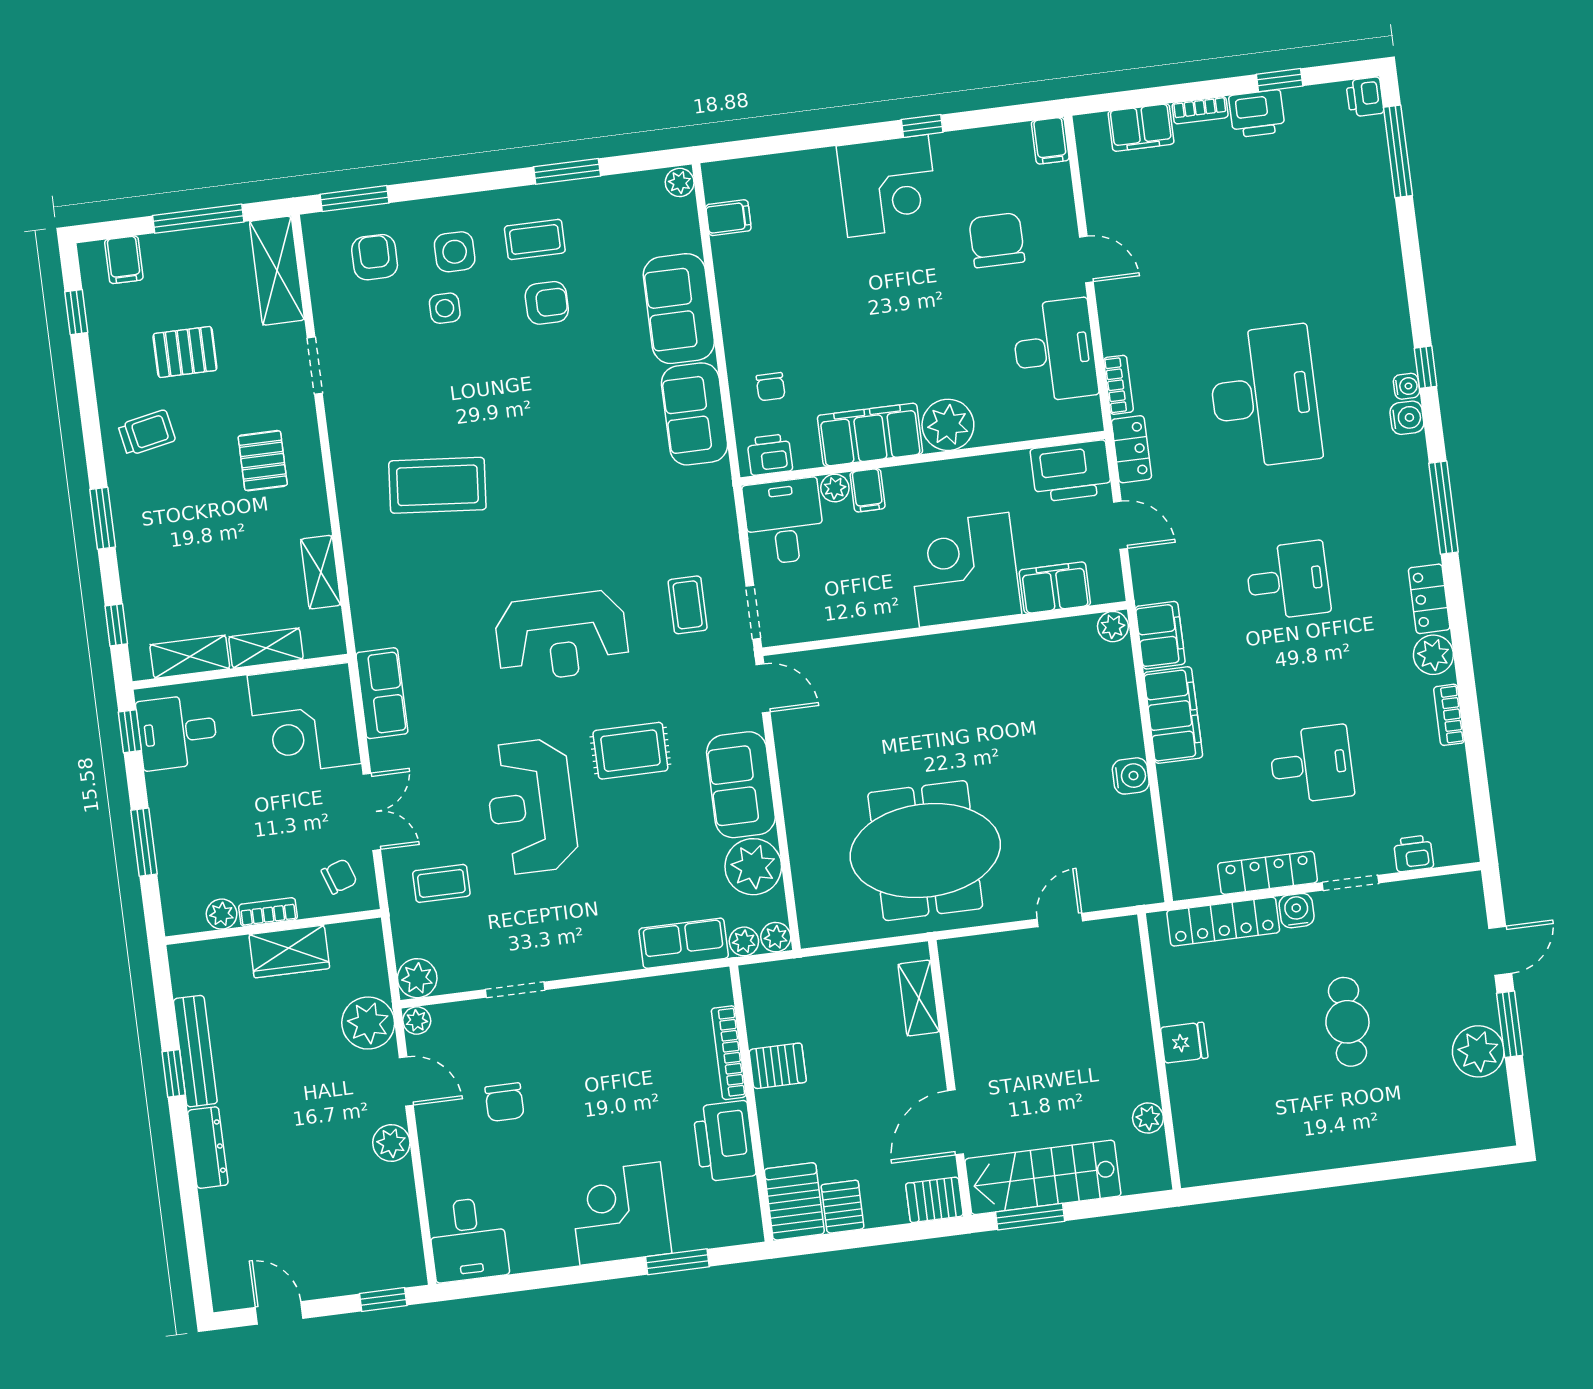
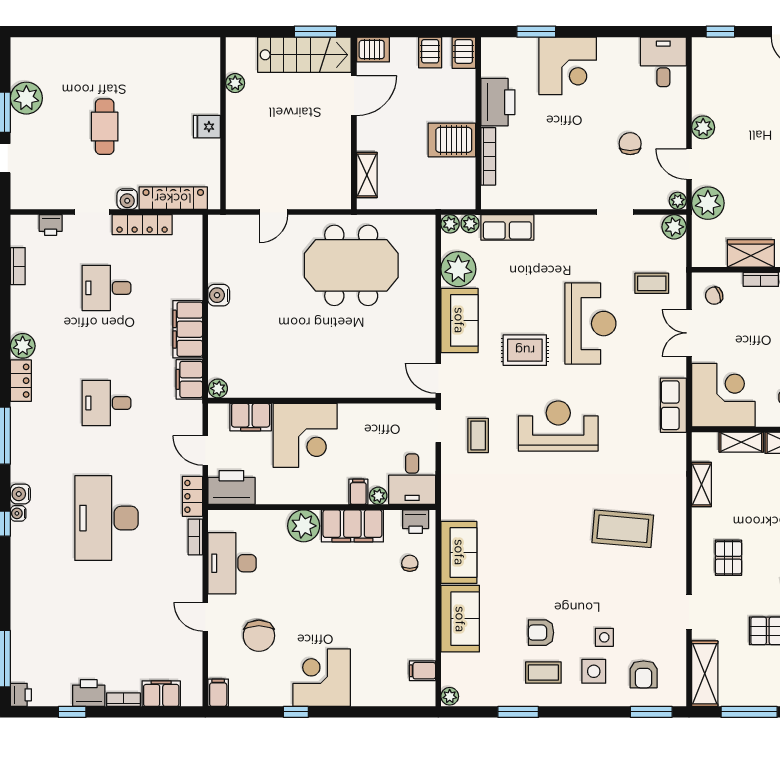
bookcase: (1449, 715) -> (18, 266), moved
server rack: (778, 1066) -> (452, 140), width x1.36, depth x1.44
server rack: (794, 1201) -> (464, 53), width x0.73, depth x0.70

